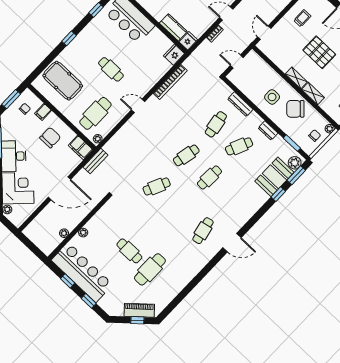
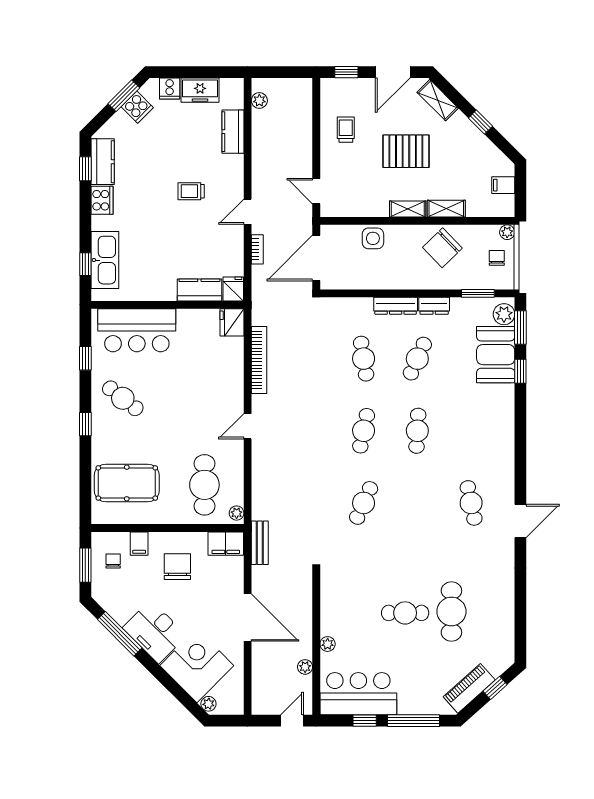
door: (237, 61) -> (316, 258), width x1.87
cafe table: (111, 69) -> (123, 398), moved, turned 38
side table: (272, 97) -> (373, 238), moved
dresser: (240, 104) -> (396, 306), moved
door: (60, 188) -> (248, 618), hinge flipped
door: (232, 243) -> (520, 521), moved
door: (36, 251) -> (292, 721), added
bar counter: (82, 272) -> (358, 694), width x0.73
window: (89, 301) -> (413, 721), width x2.17
piano: (139, 310) -> (469, 688), moved

